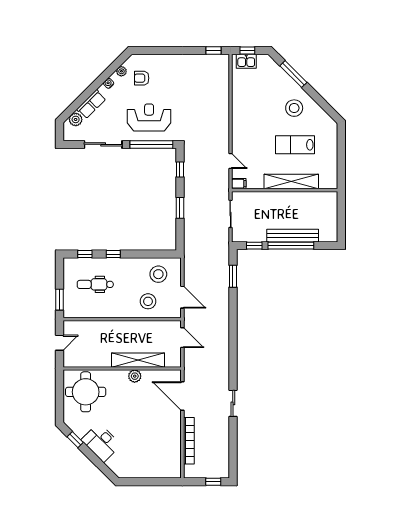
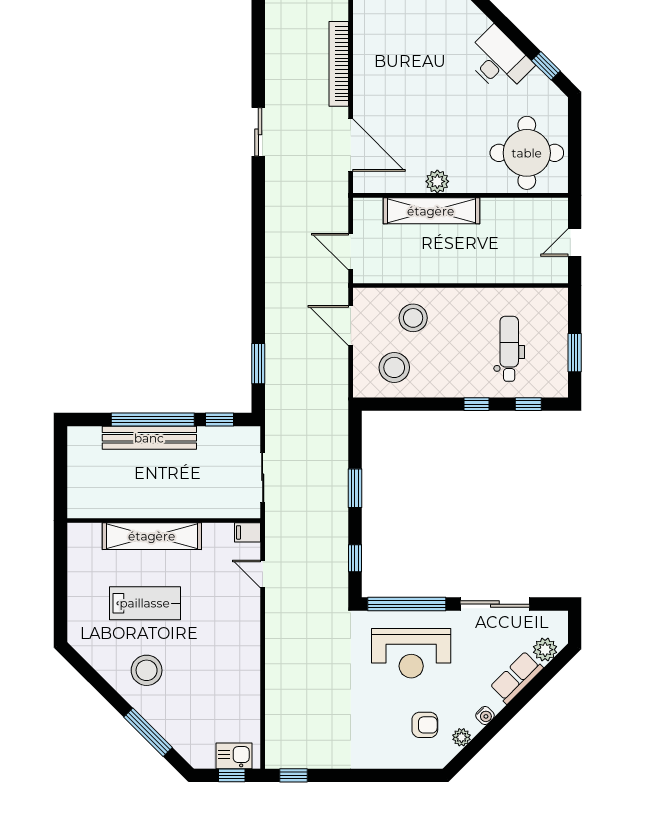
dental chair: (95, 284) -> (509, 349), turned -90
window: (59, 300) -> (575, 353), moved

